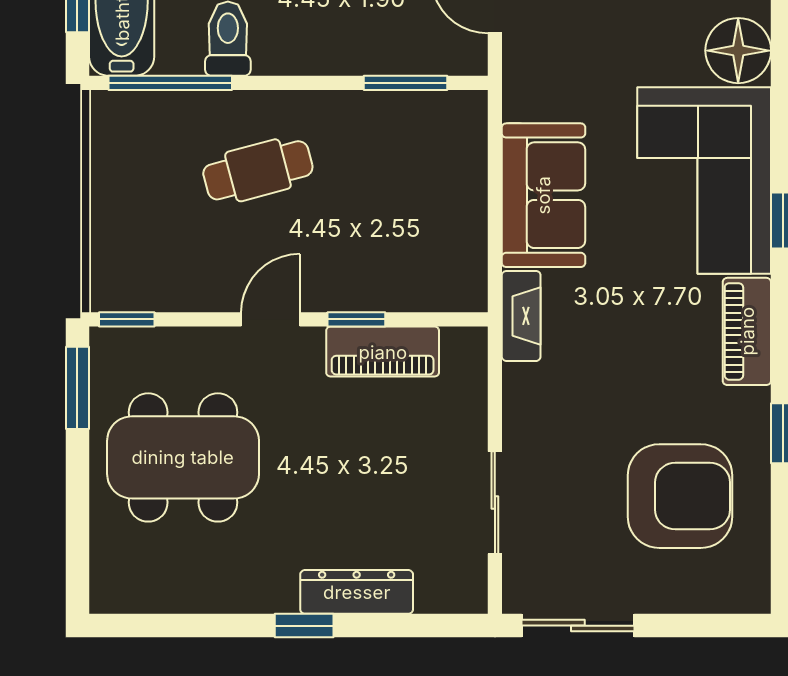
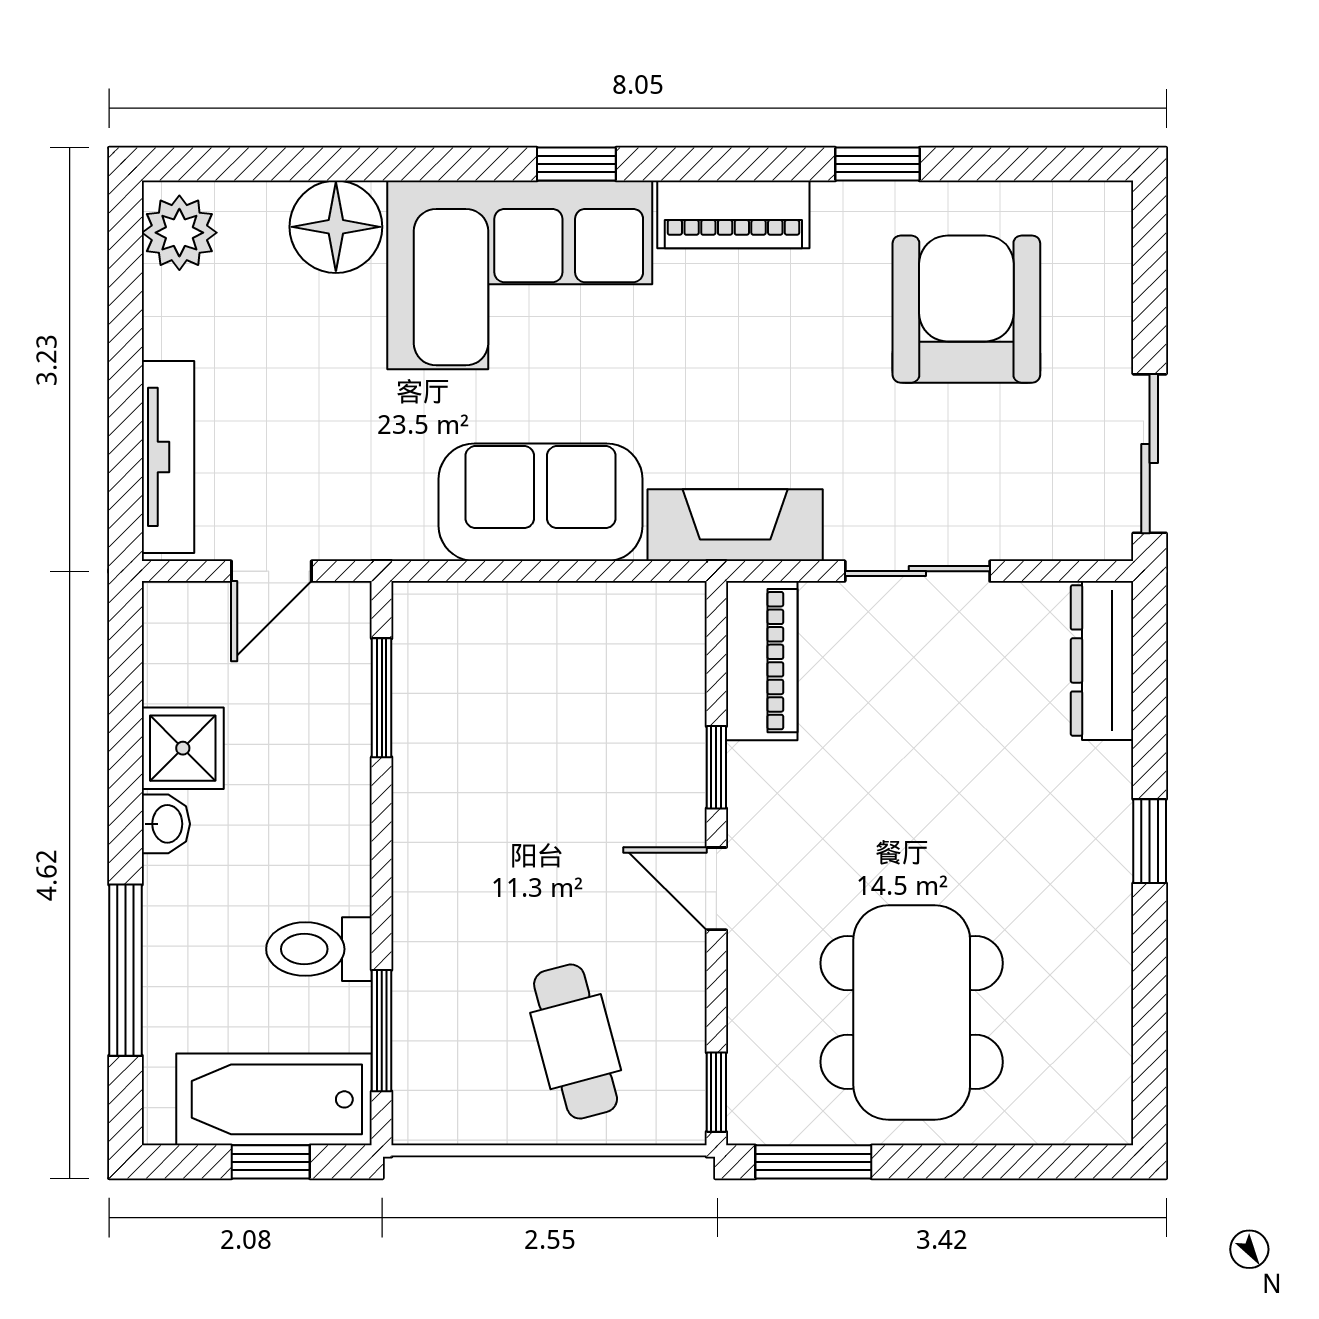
window: (170, 83) -> (382, 1031), width x0.69
cafe table: (258, 170) -> (576, 1042), moved
fireplace: (521, 316) -> (735, 525), width x1.37, depth x1.32
piano: (383, 352) -> (762, 661), moved
sliding door: (495, 503) -> (917, 571), moved
dresser: (357, 592) -> (1102, 660), moved

